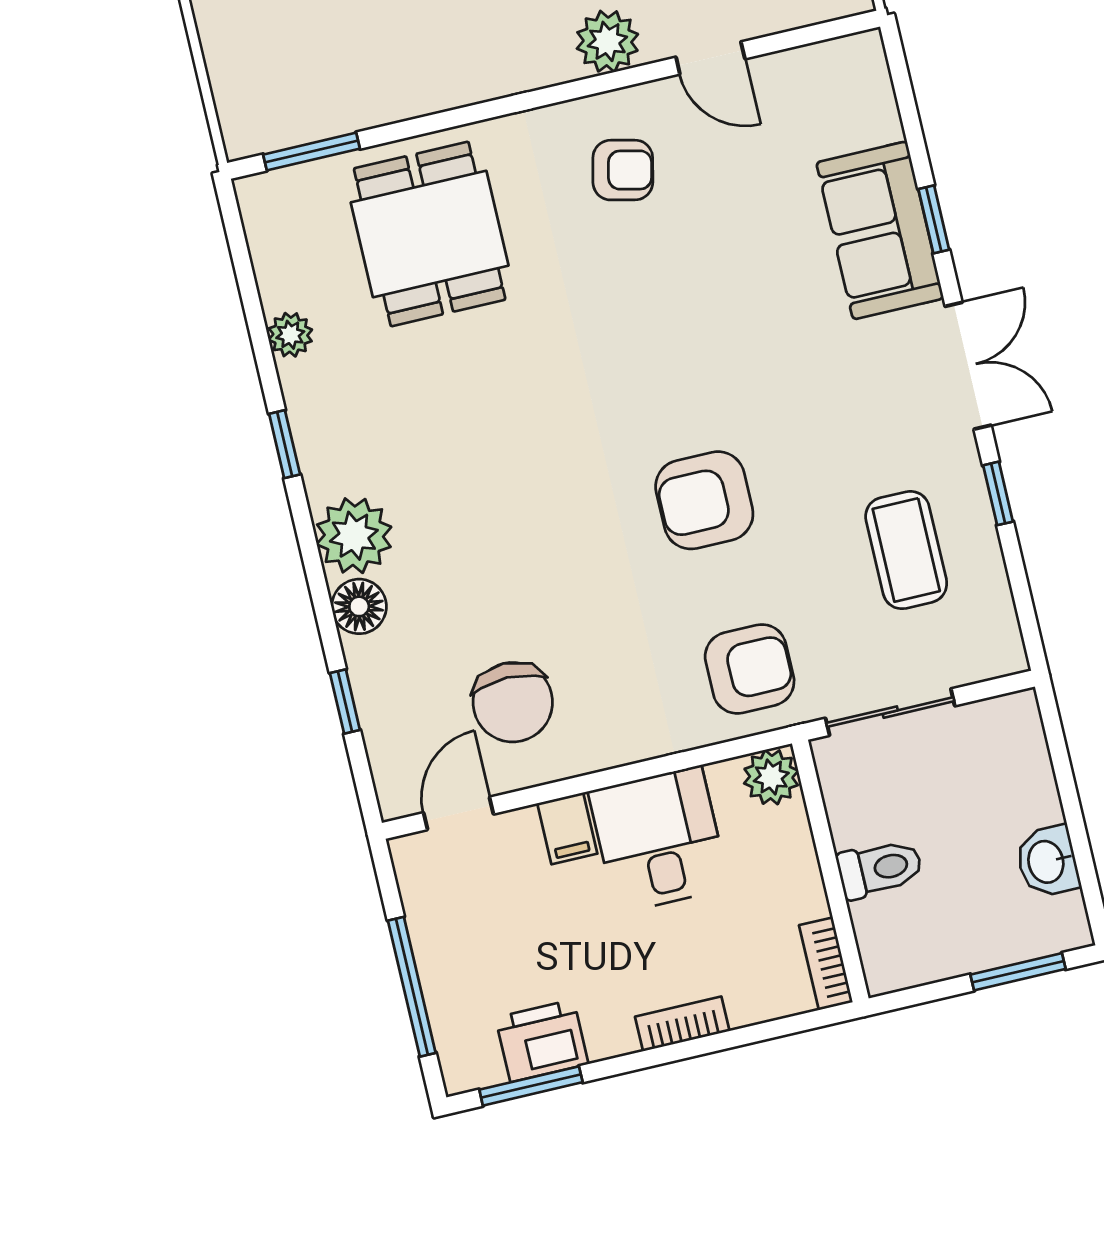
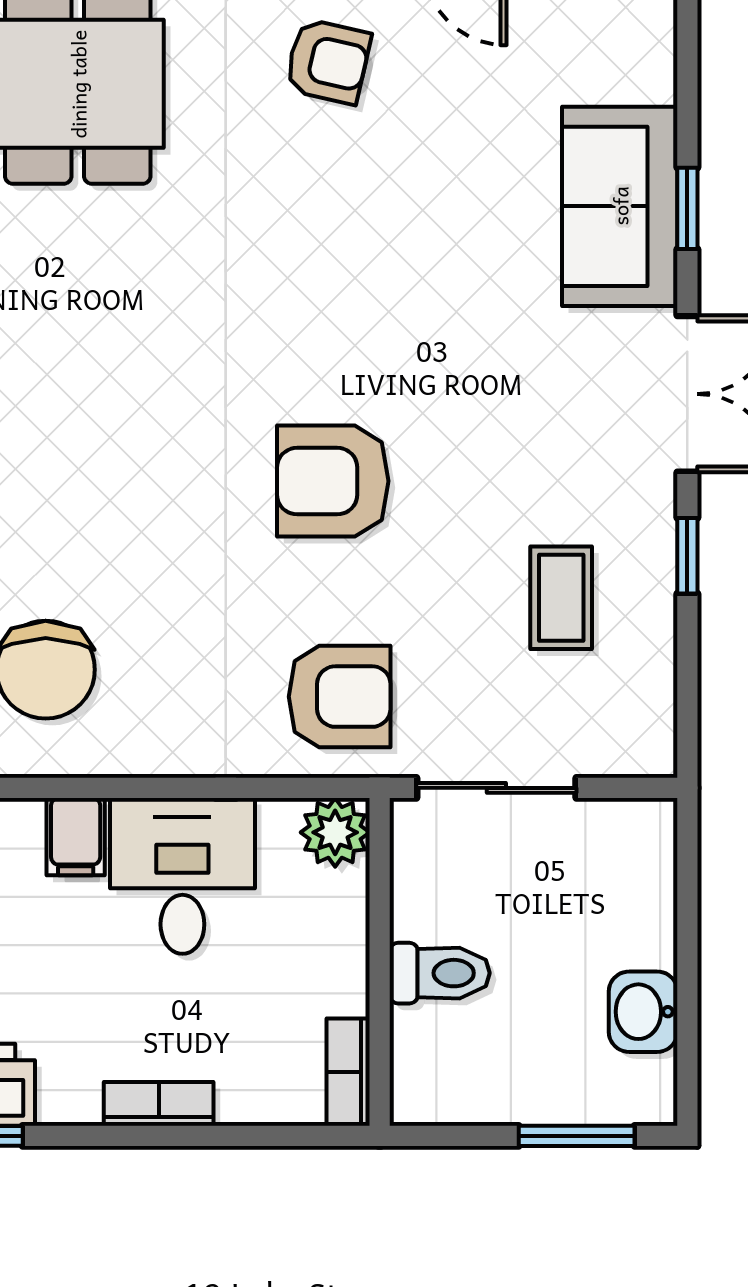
coffee table: (906, 550) -> (561, 598), width x0.73, depth x0.77

